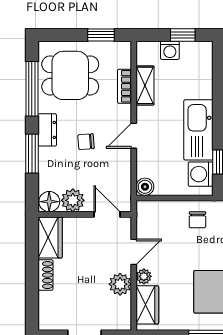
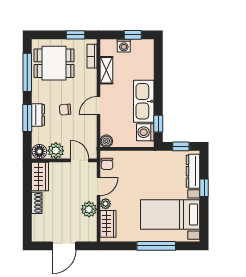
bookcase: (124, 86) -> (92, 56), moved
dresser: (47, 130) -> (38, 115), moved
chair: (197, 220) -> (107, 164), moved

